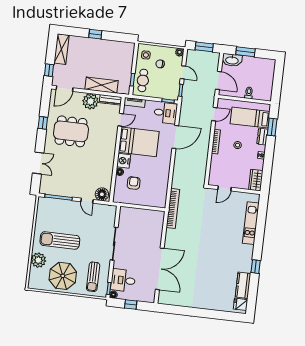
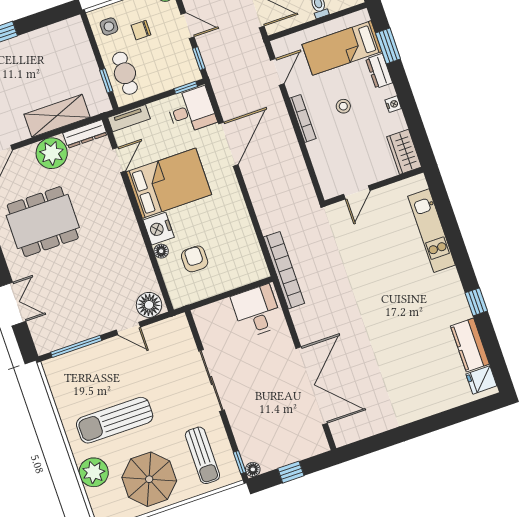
desk: (123, 280) -> (257, 311), moved, turned 90

